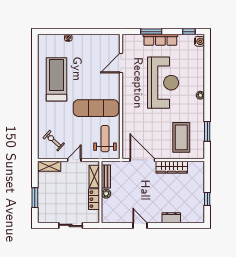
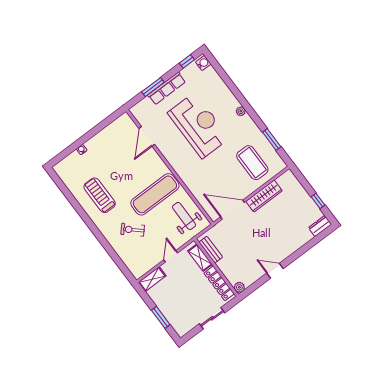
treadmill: (57, 79) -> (100, 195), width x0.73, depth x0.73
exercise bike: (54, 141) -> (133, 230), moved
plant: (106, 194) -> (239, 287), moved
locker: (94, 199) -> (219, 283), width x1.53
dresser: (171, 218) -> (320, 226), moved

